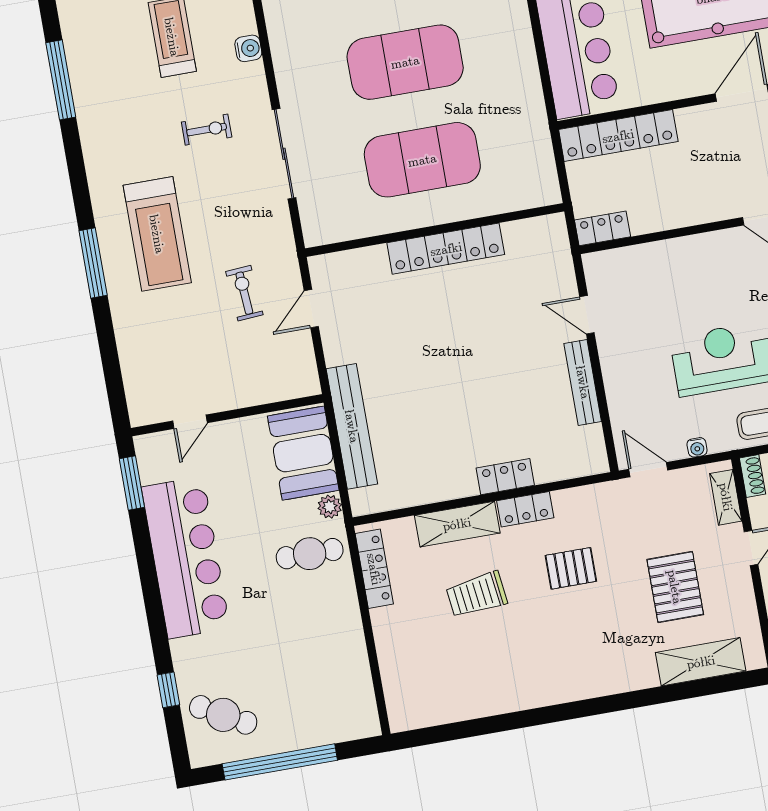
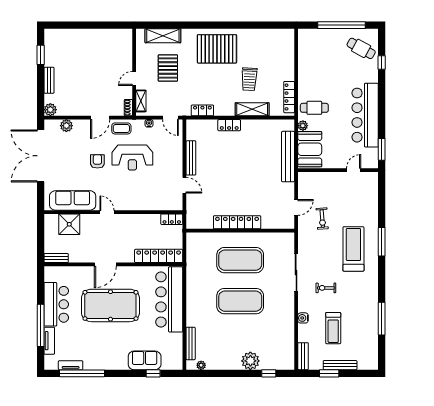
locker: (525, 509) -> (202, 110), moved
pallet: (571, 568) -> (217, 49), moved, width x2.05, depth x2.00
trolley: (477, 595) -> (249, 79), turned 100

